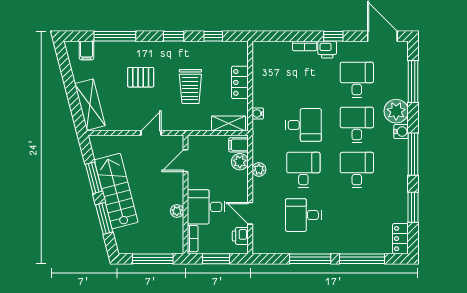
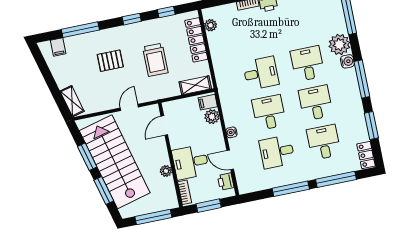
desk: (357, 80) -> (324, 142), moved
locker: (240, 82) -> (196, 40), width x1.53
shelving: (90, 105) -> (72, 101), width x0.67, depth x0.75
water cooler: (258, 113) -> (231, 132), moved
plant: (259, 169) -> (211, 25), moved
stairs: (116, 191) -> (115, 162), width x1.36, depth x1.51

